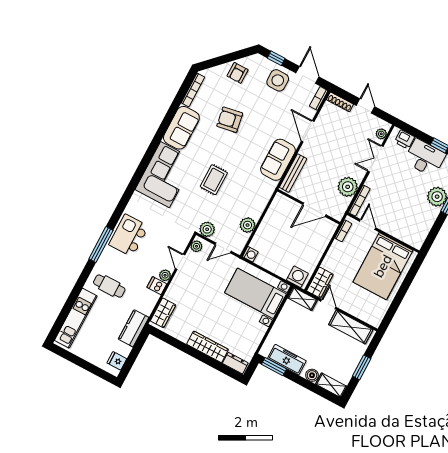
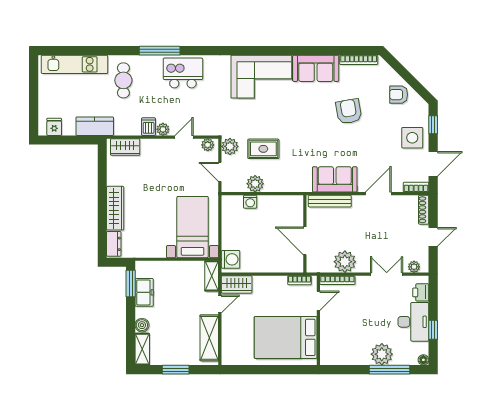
rug: (214, 180) -> (263, 149), moved
washing machine: (250, 254) -> (250, 202), moved
freezer: (287, 360) -> (144, 292), width x0.71

